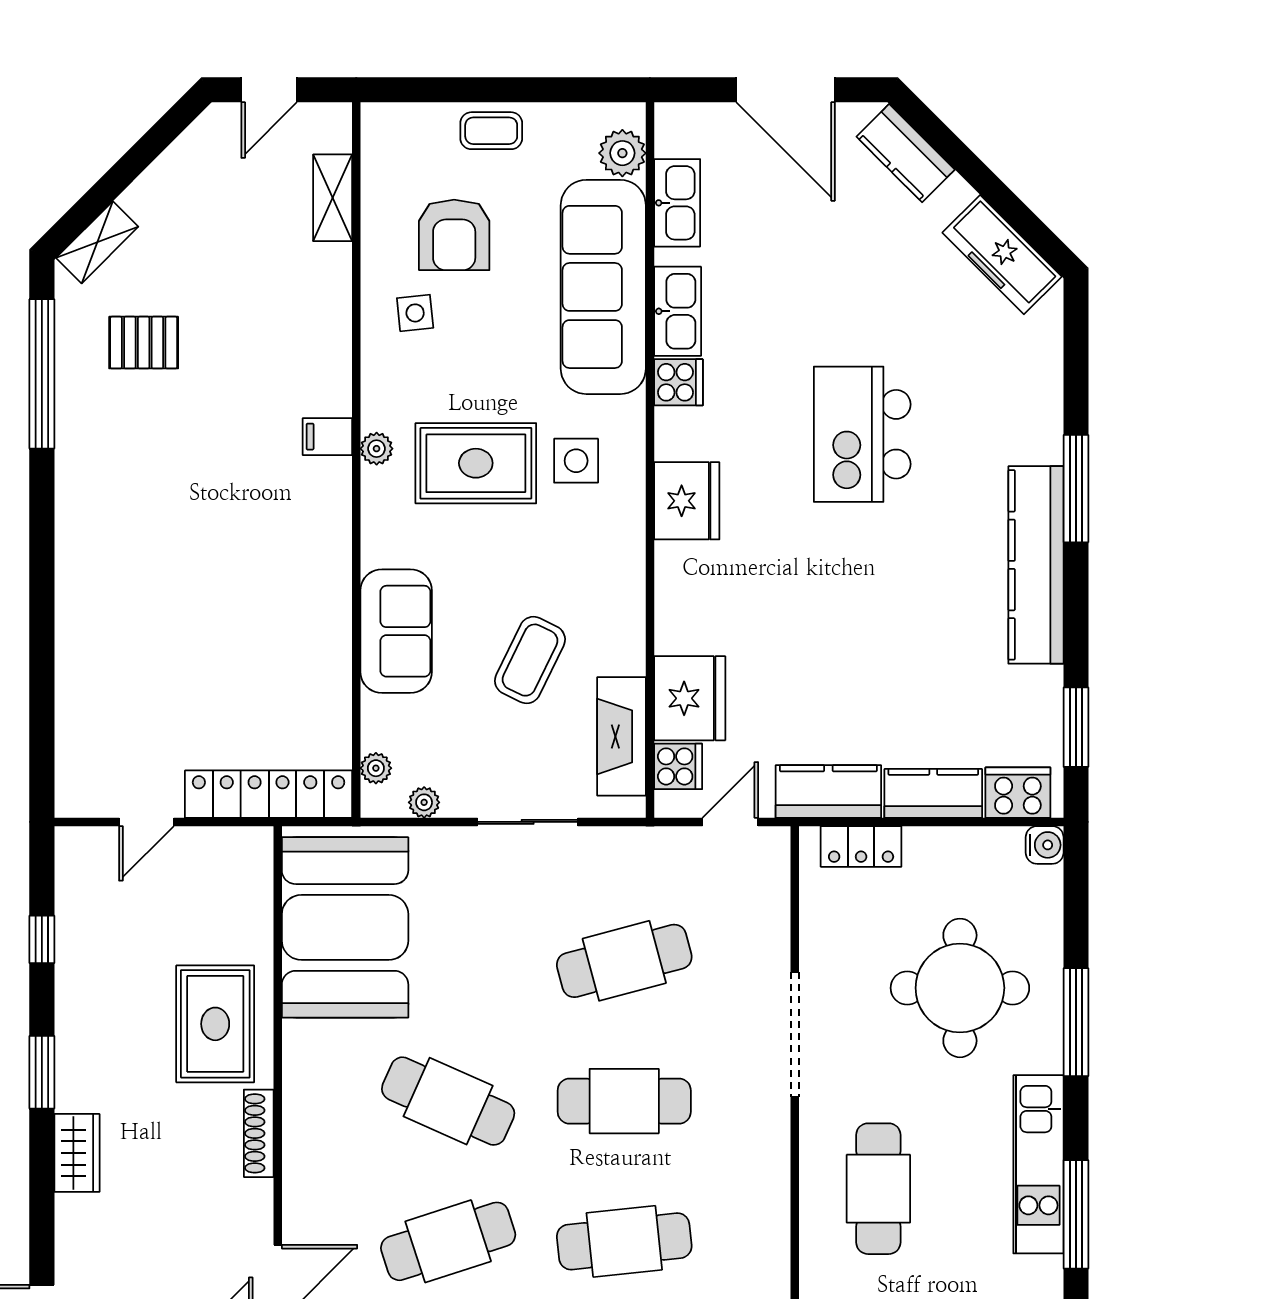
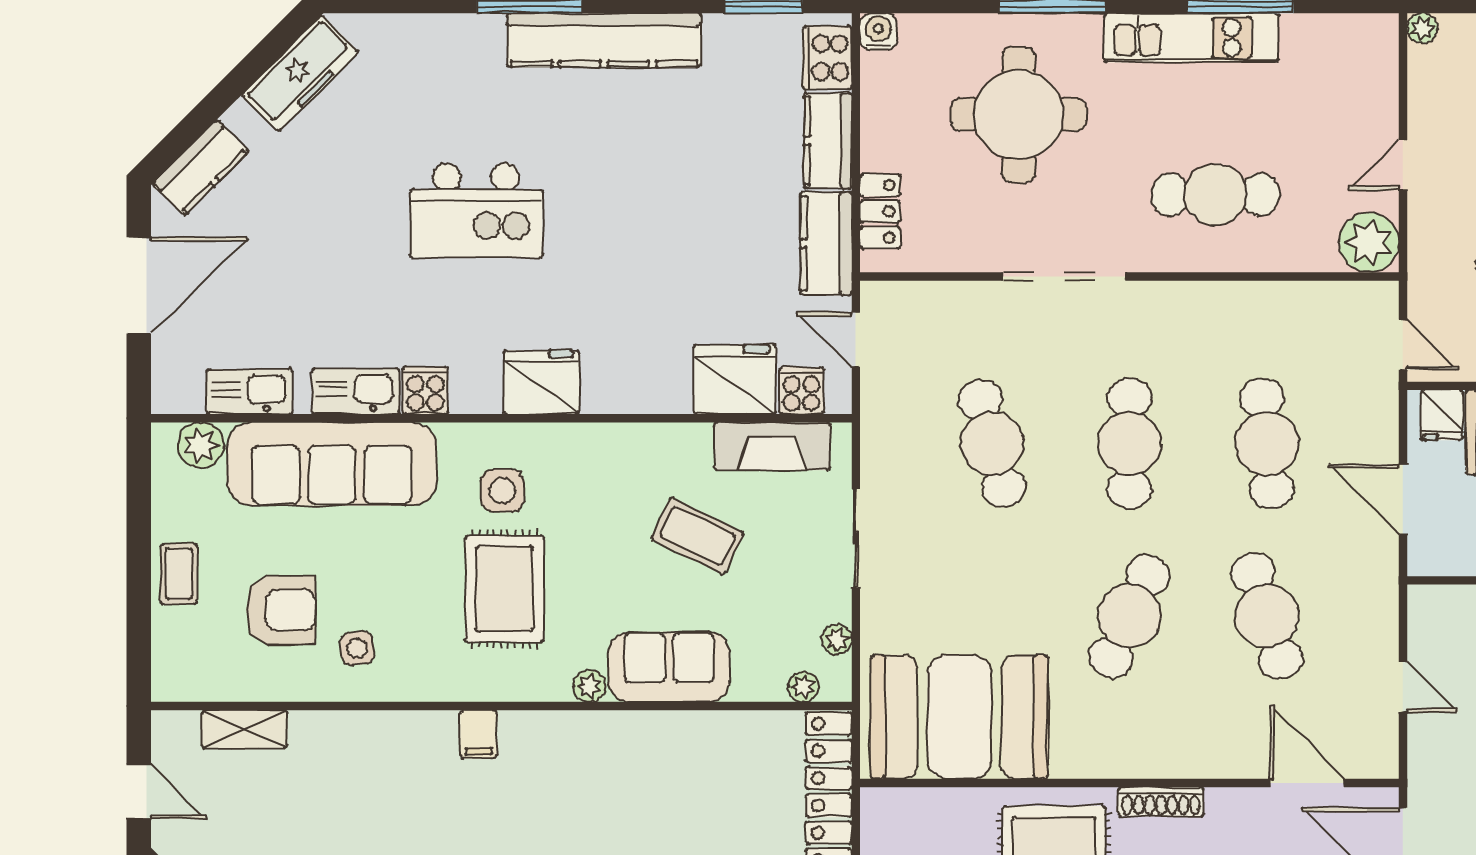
plant: (377, 449) -> (589, 686), moved

